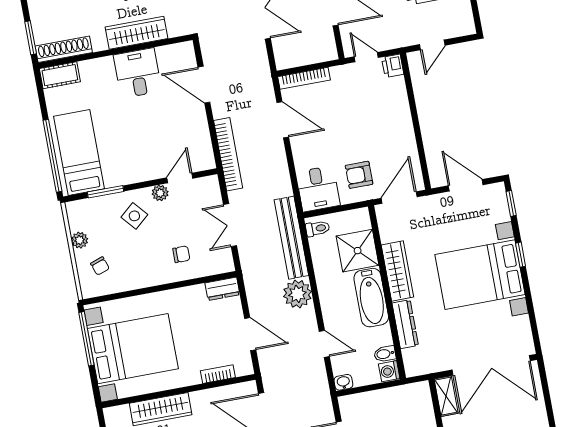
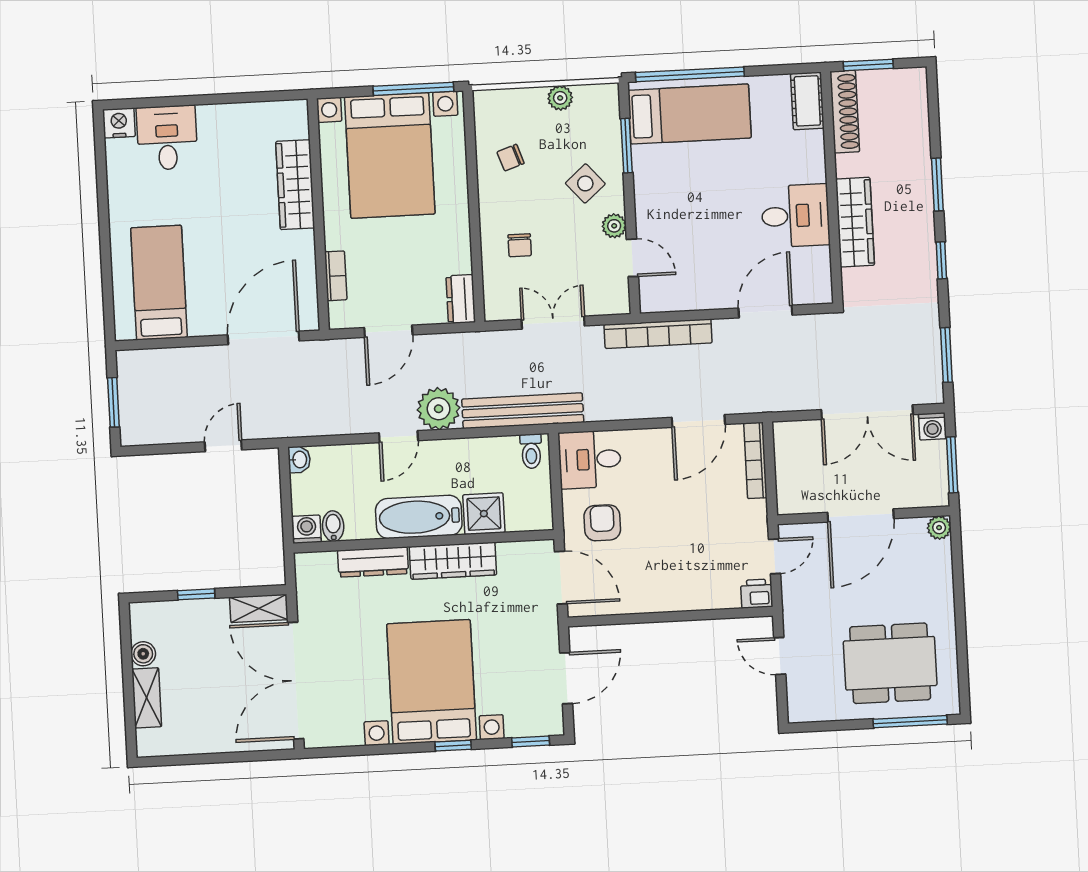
shower: (358, 251) -> (484, 514), width x0.73, depth x0.73
chair: (100, 266) -> (511, 158), moved
door: (324, 344) -> (398, 437), moved

